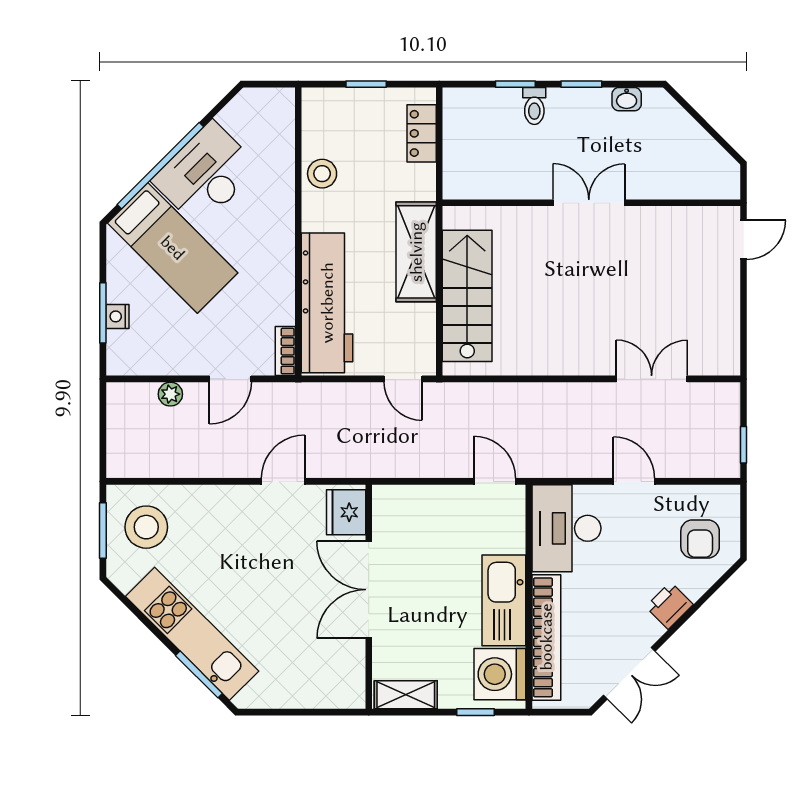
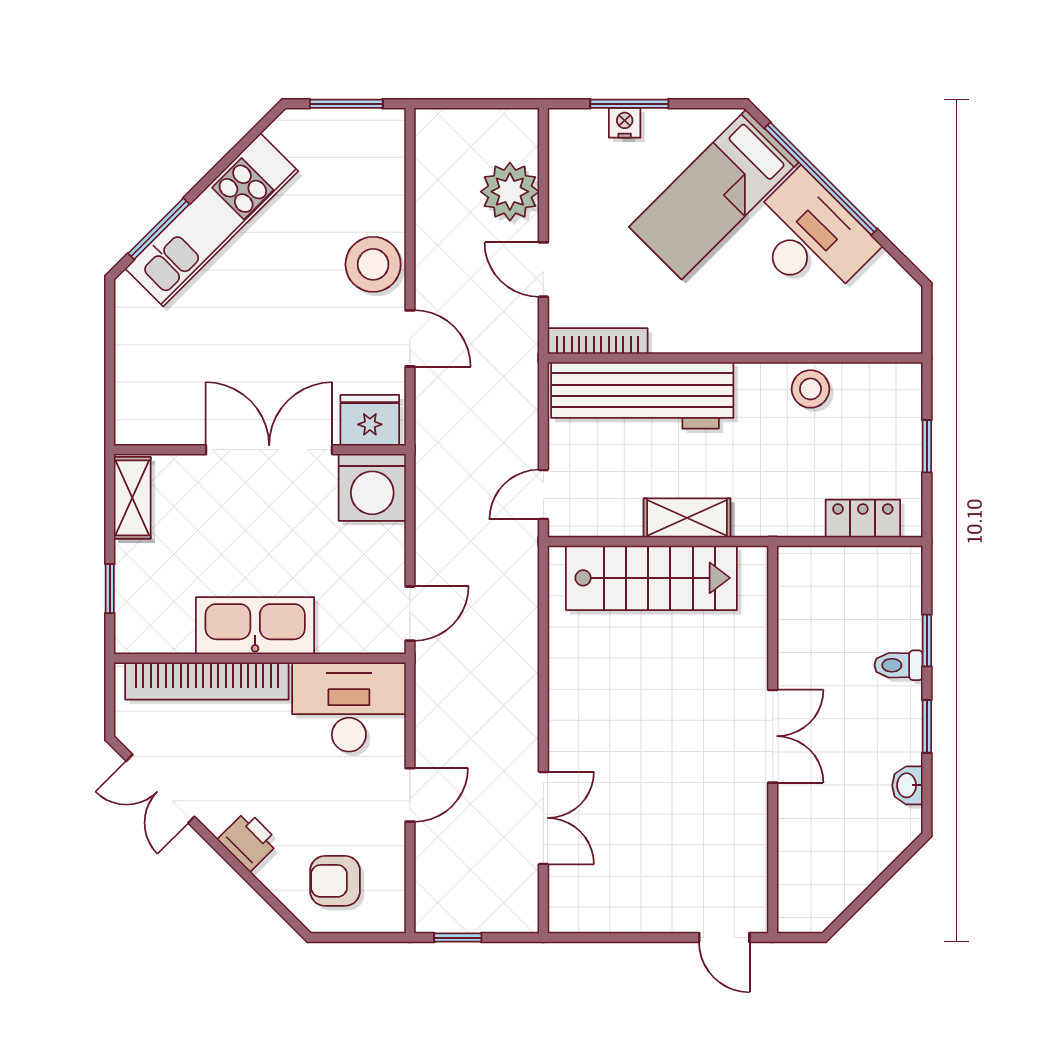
shelving: (416, 252) -> (687, 518), width x0.67, depth x0.75
bookcase: (285, 351) -> (598, 341), width x1.56
plant: (170, 394) -> (510, 192), width x1.87, depth x1.87
stool: (146, 527) -> (373, 264), moved
washing machine: (500, 674) -> (372, 487), moved, turned 180

